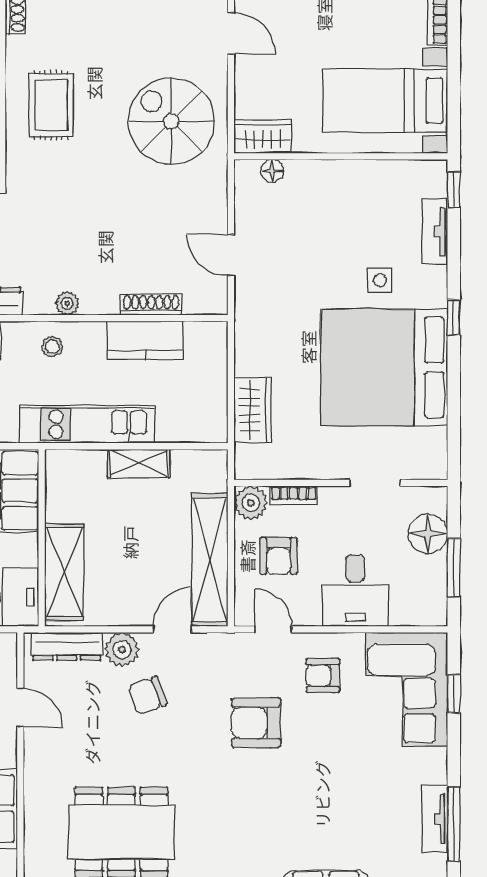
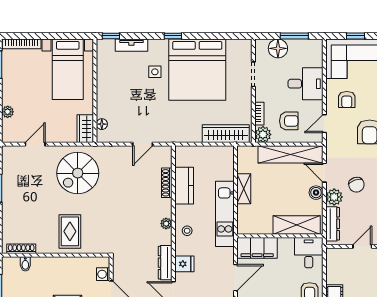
rug: (51, 105) -> (70, 231), turned 90
wardrobe: (253, 410) -> (226, 134), width x1.50
boiler: (131, 612) -> (316, 193), added

